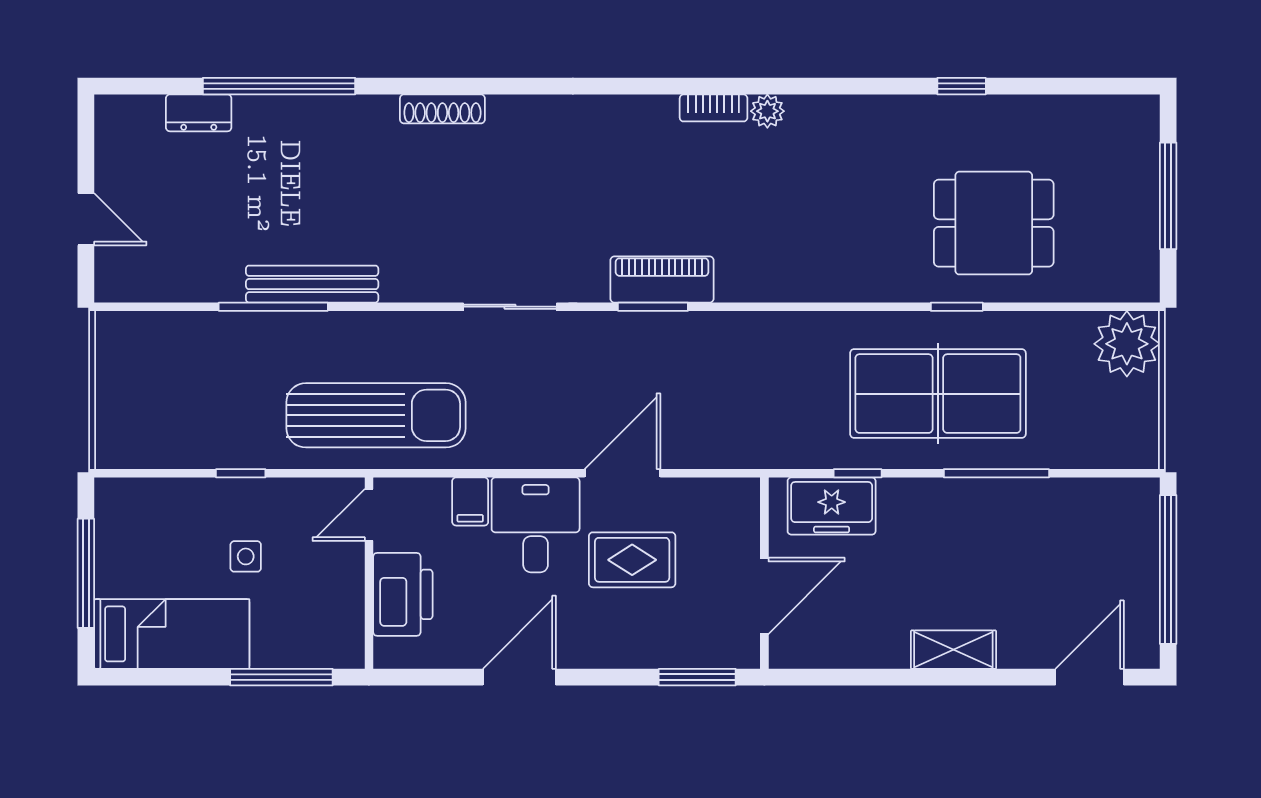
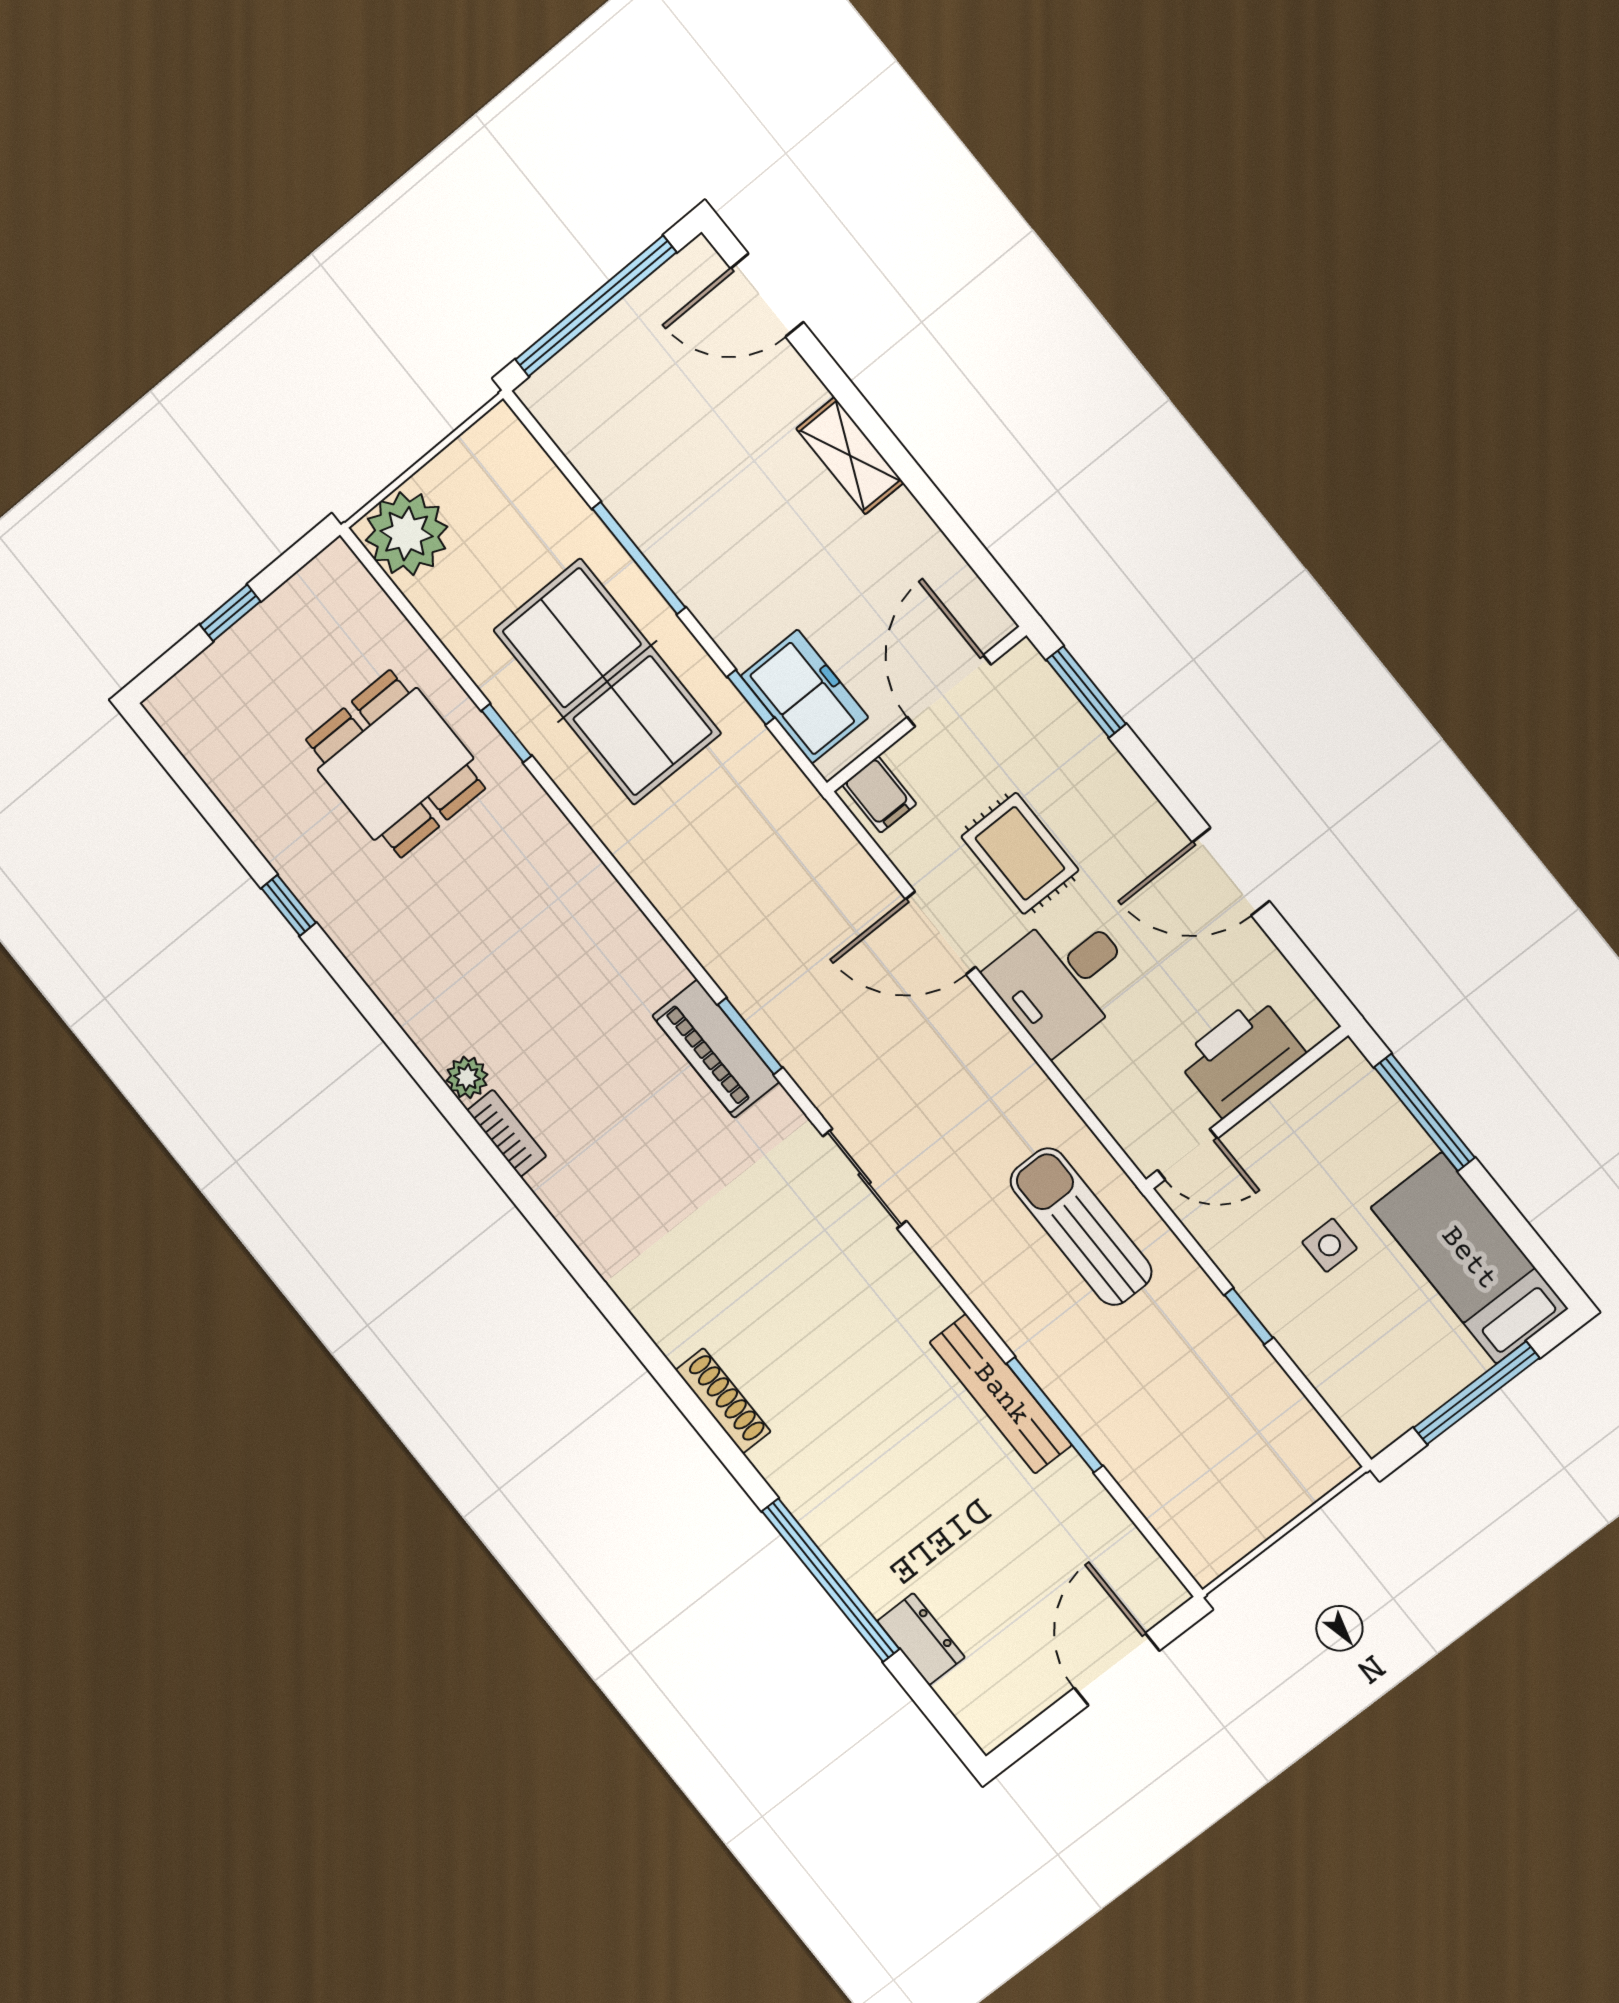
window: (1168, 196) -> (230, 613), width x0.46
door: (86, 219) -> (1117, 1669), width x1.38
sun lounger: (376, 415) -> (1081, 1227), width x0.73, depth x0.75
filing cabinet: (470, 501) -> (879, 794), moved, turned 90
door: (764, 596) -> (949, 691), hinge flipped

